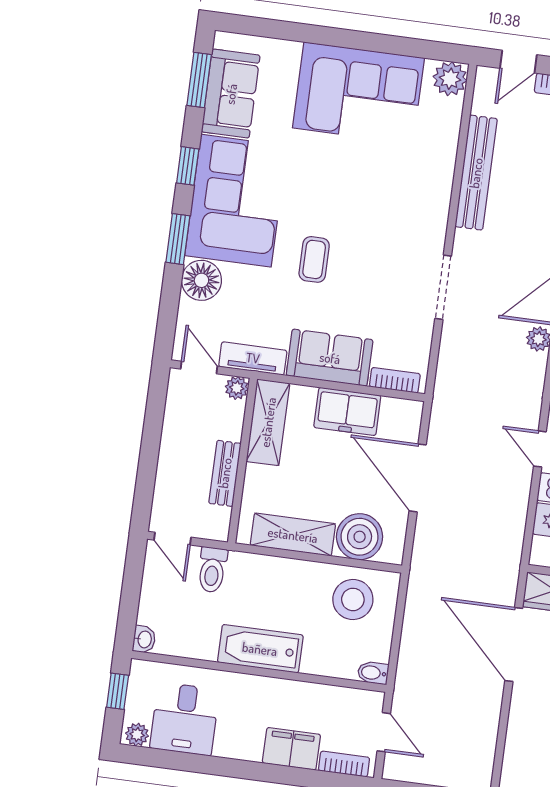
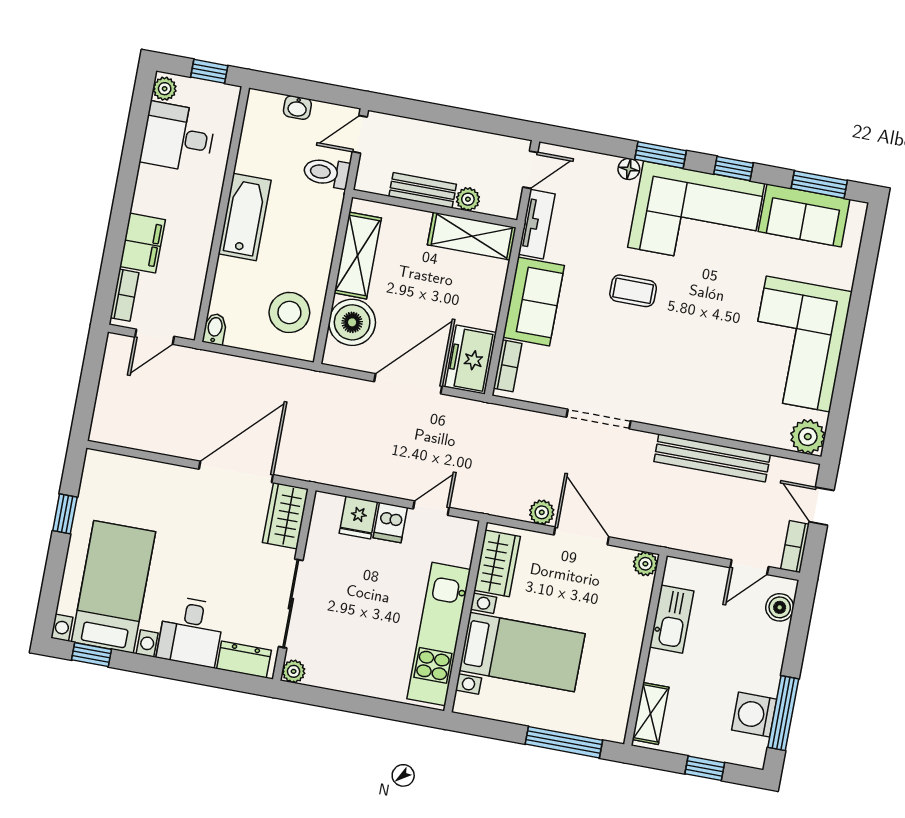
floor lamp: (201, 280) -> (629, 169), width x0.53, depth x0.53
plant: (237, 388) -> (468, 199), moved
freezer: (347, 411) -> (471, 360), moved
washbasin: (144, 639) -> (297, 108), moved

